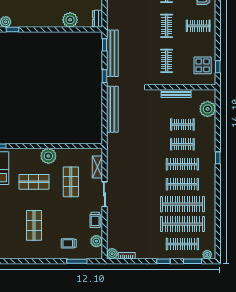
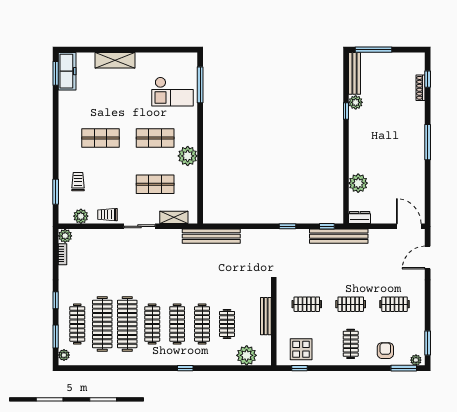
bench: (112, 53) -> (339, 236), moved
bench: (112, 109) -> (211, 236), moved
clothes rail: (182, 144) -> (202, 324), width x1.36
shop shelf: (34, 182) -> (155, 138), turned 90

